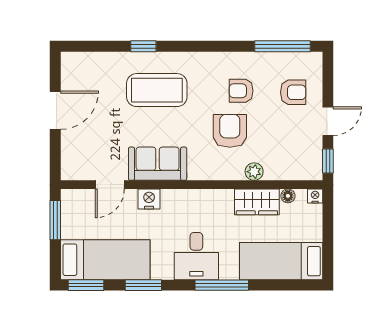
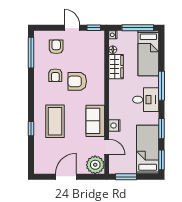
door: (55, 110) -> (66, 177), hinge flipped
plant: (254, 172) -> (95, 165), moved, width x1.88, depth x1.88
window: (328, 242) -> (138, 28), added

